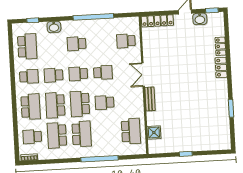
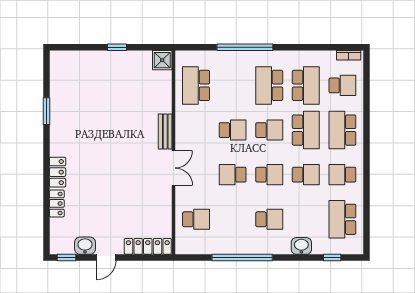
school desk: (80, 104) -> (269, 130), width x0.54
shower: (154, 133) -> (162, 60), moved

